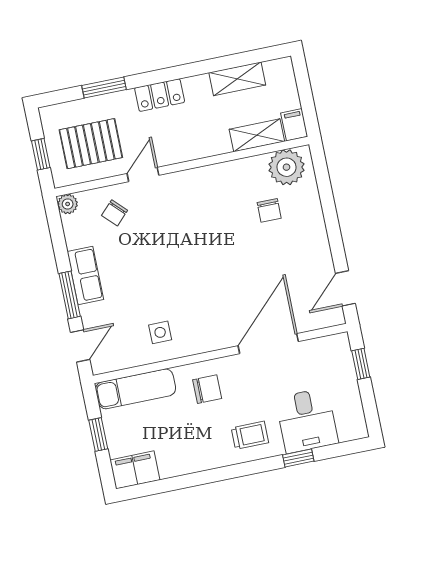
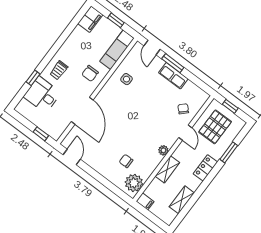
shelving: (257, 135) -> (167, 169), moved
plant: (68, 204) -> (163, 150), moved

